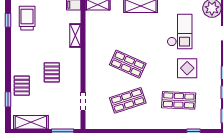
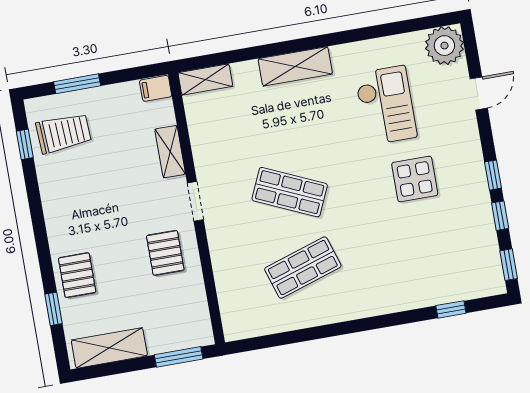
trolley: (27, 18) -> (64, 133), turned 87
pallet: (52, 72) -> (165, 253), moved
shop shelf: (179, 100) -> (409, 249), removed
doorway: (83, 102) -> (195, 201), moved

